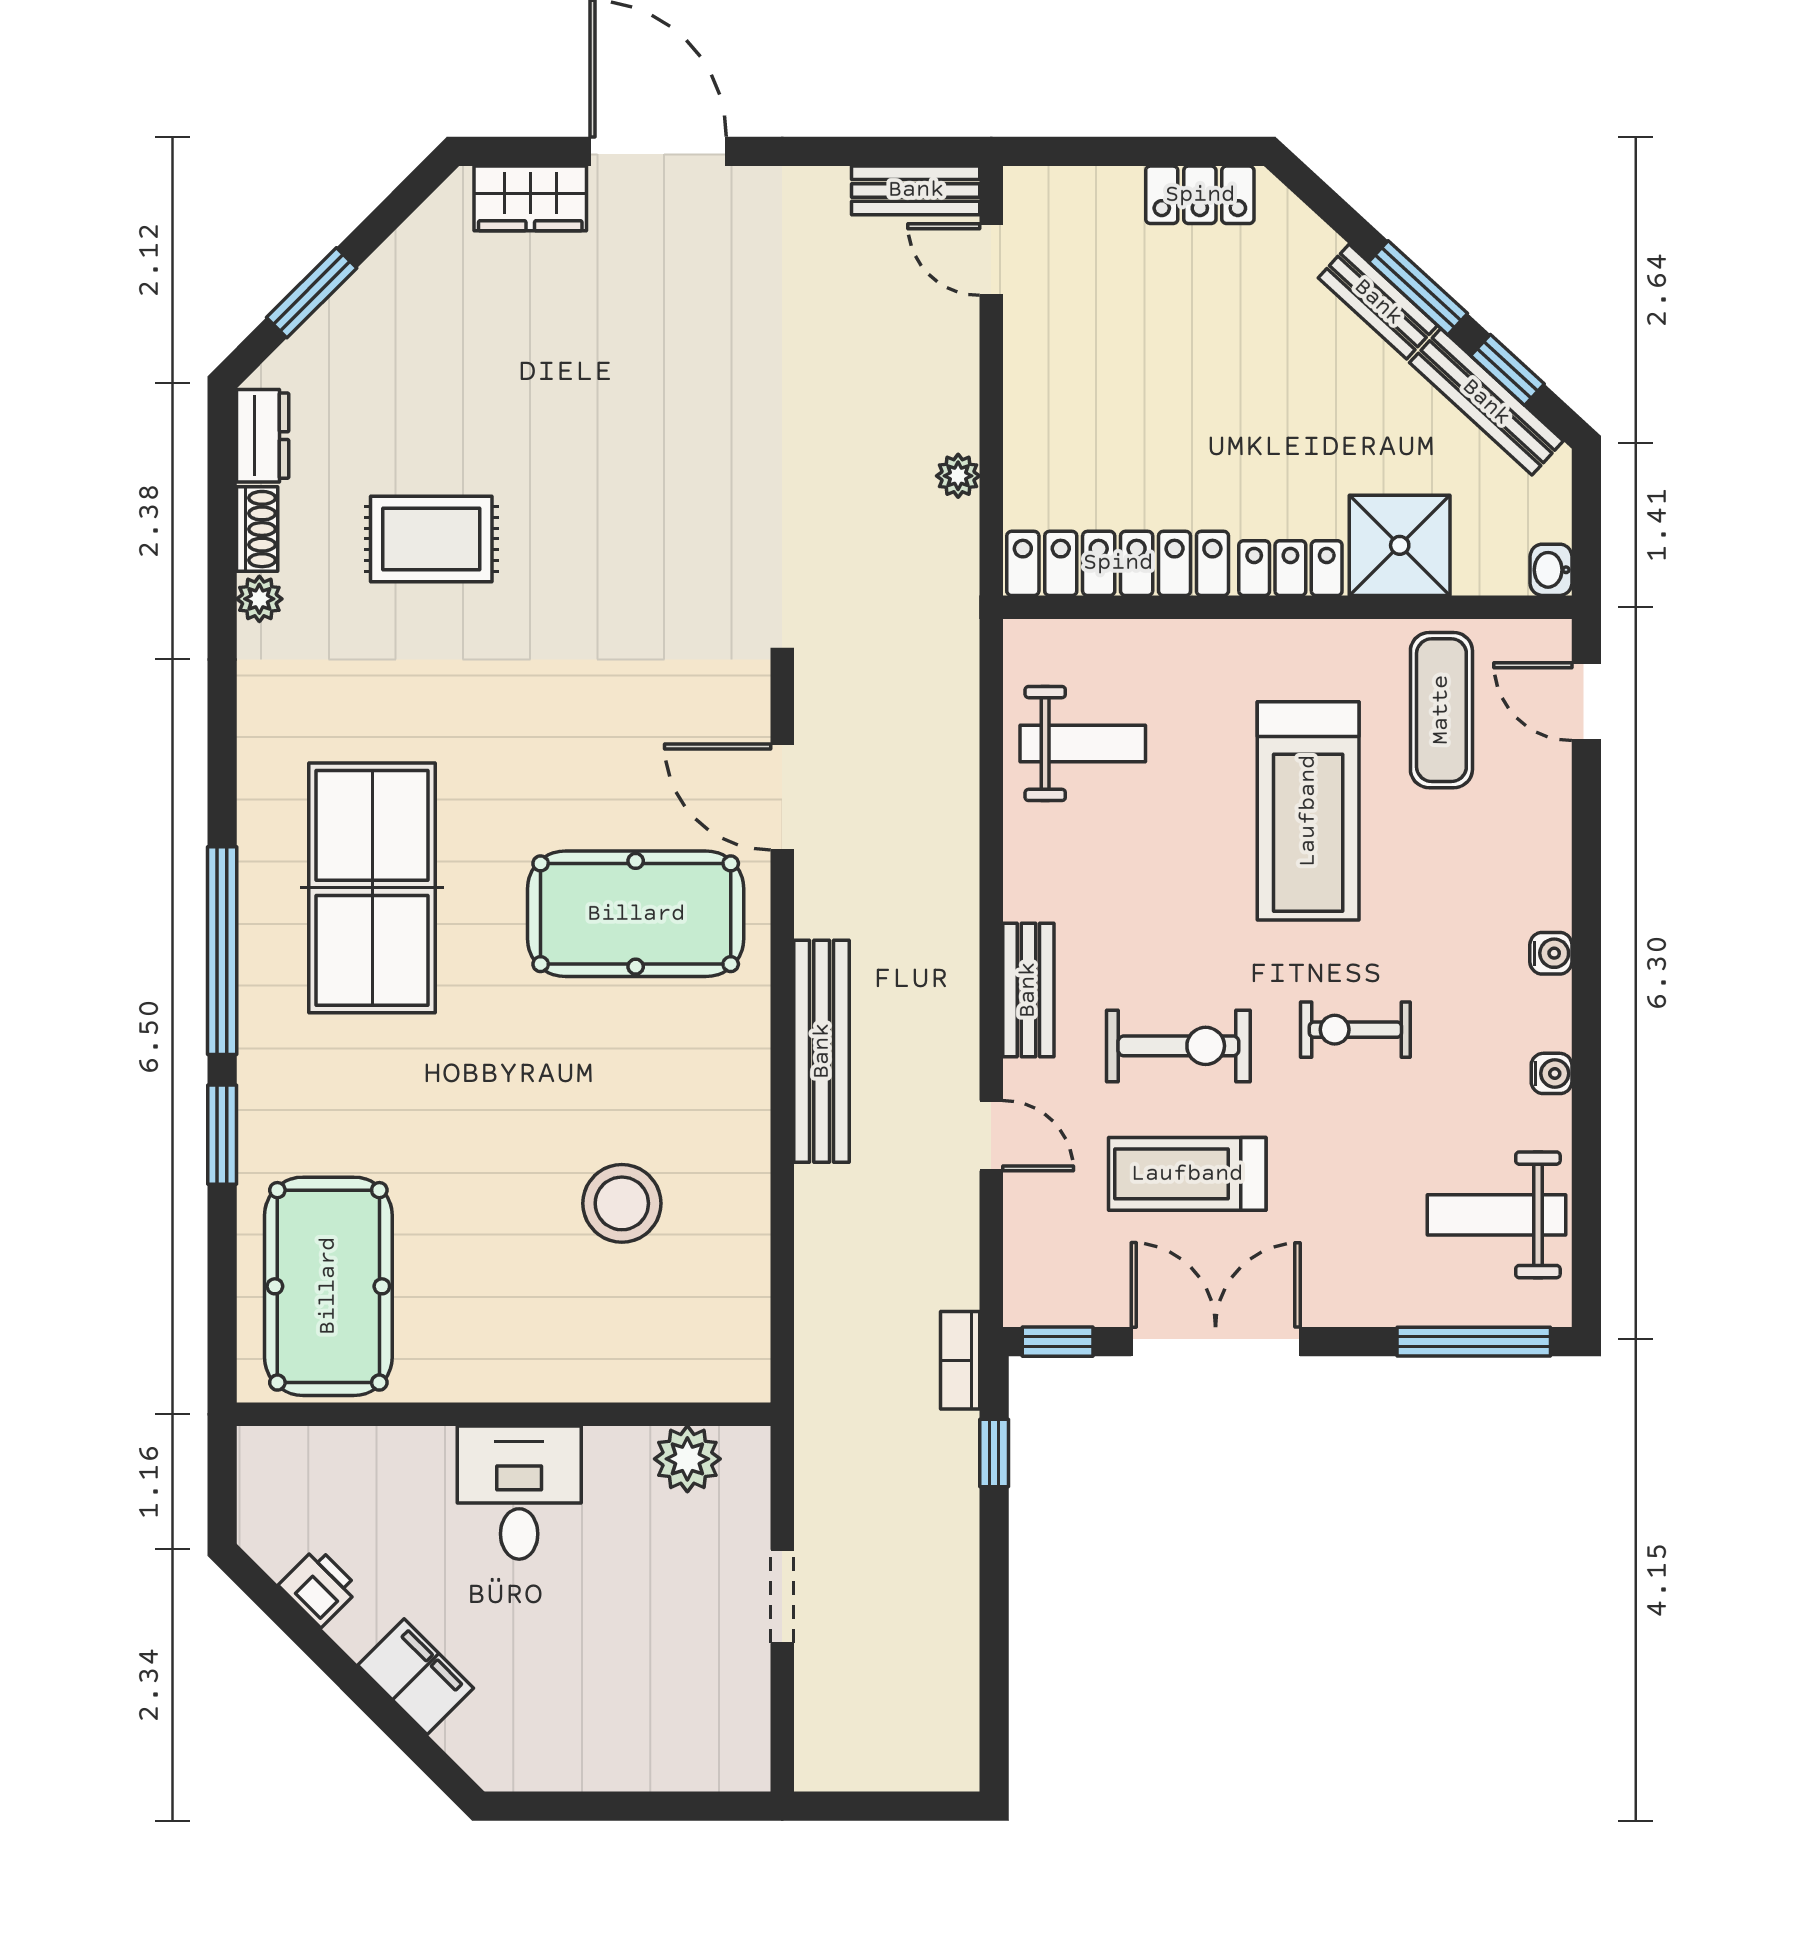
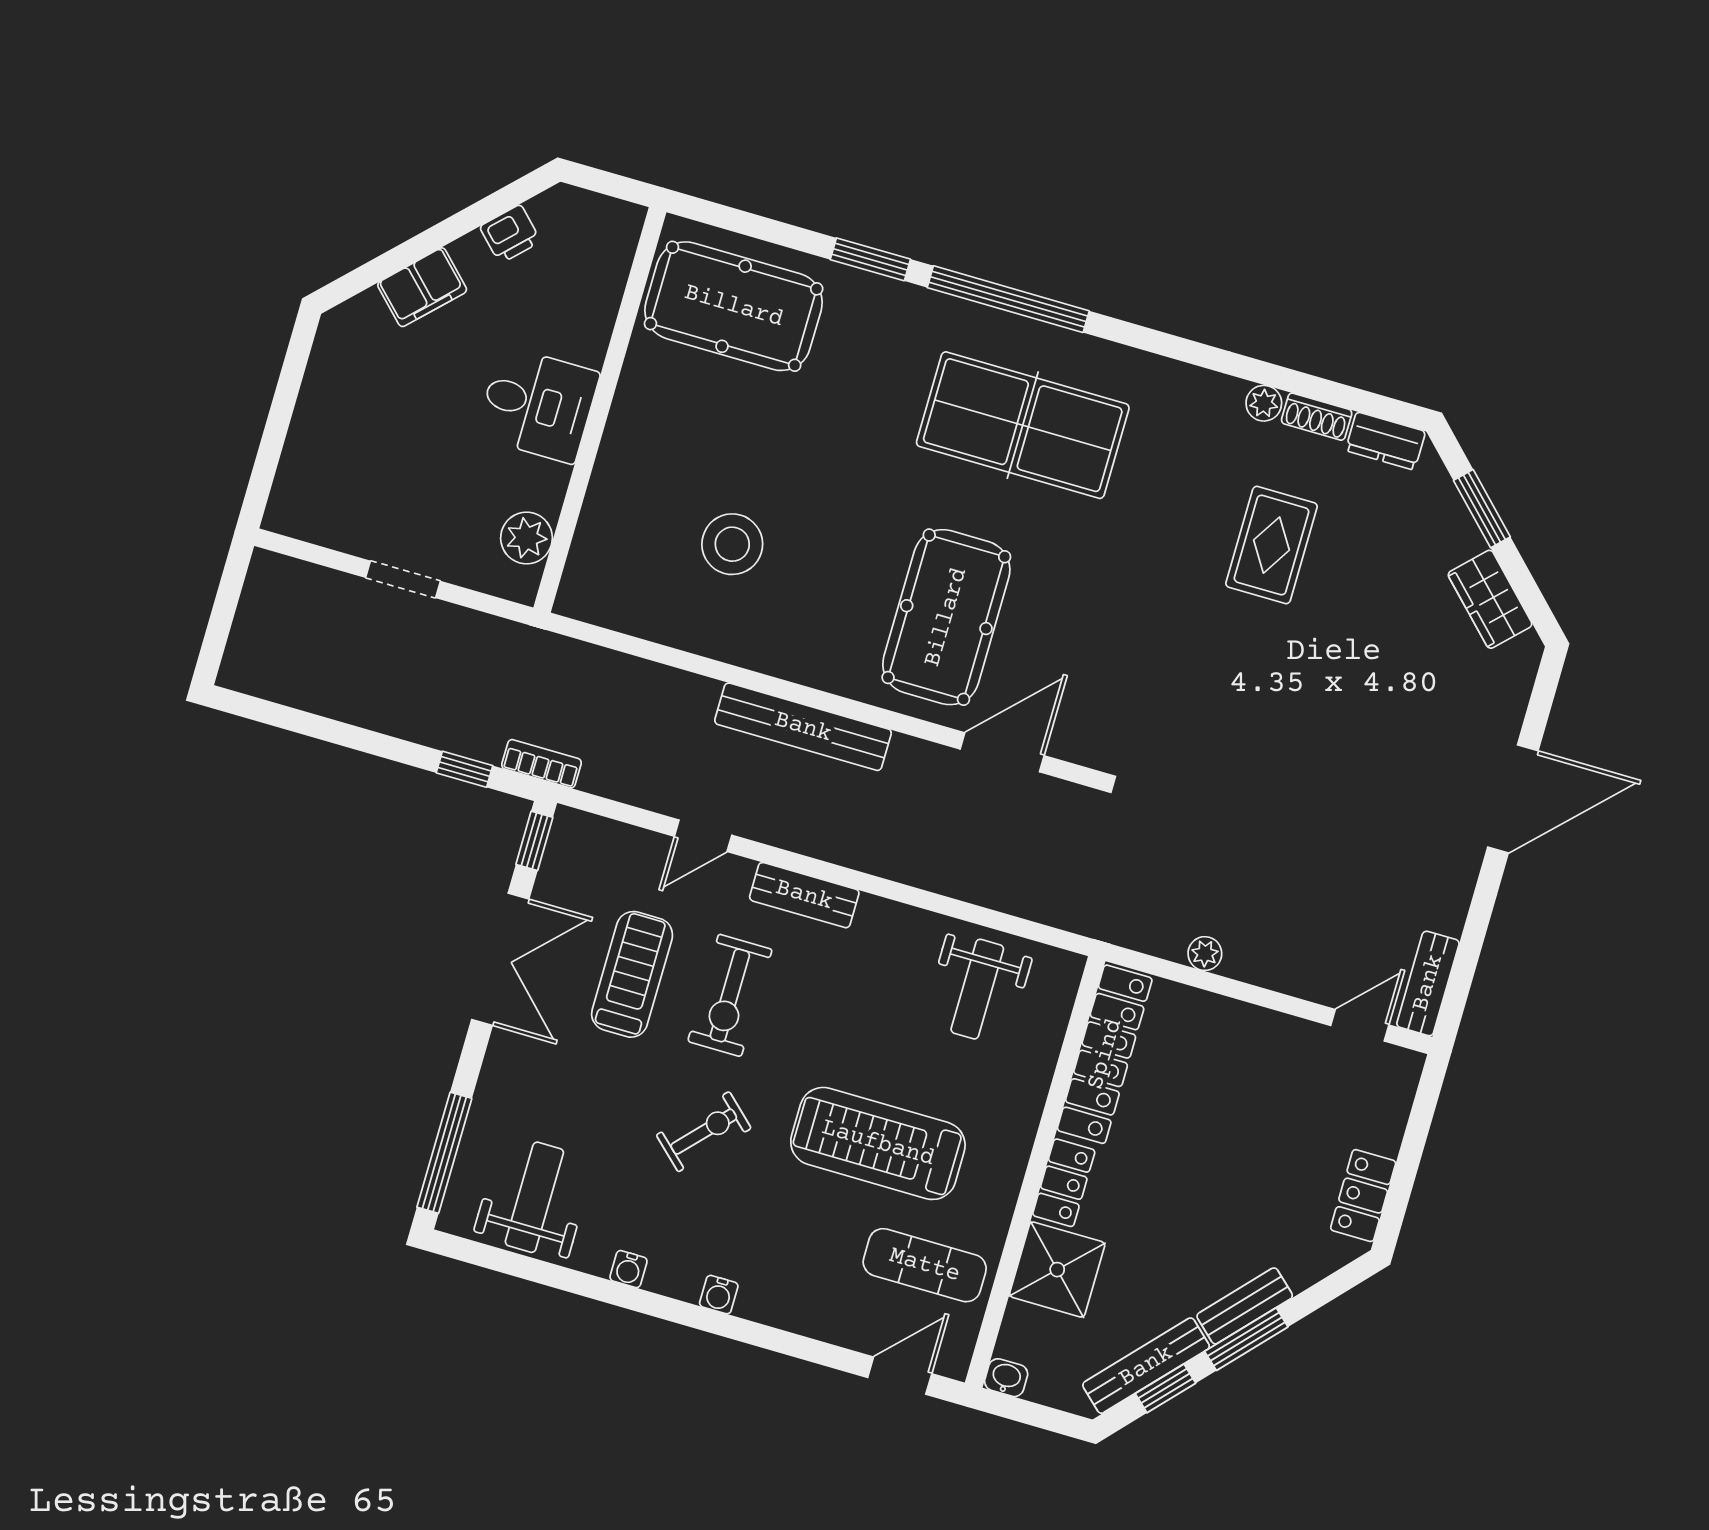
wardrobe: (530, 198) -> (1490, 599), moved, turned -45
exercise bike: (1355, 1030) -> (704, 1132), turned 43

